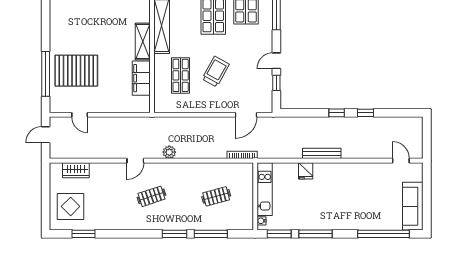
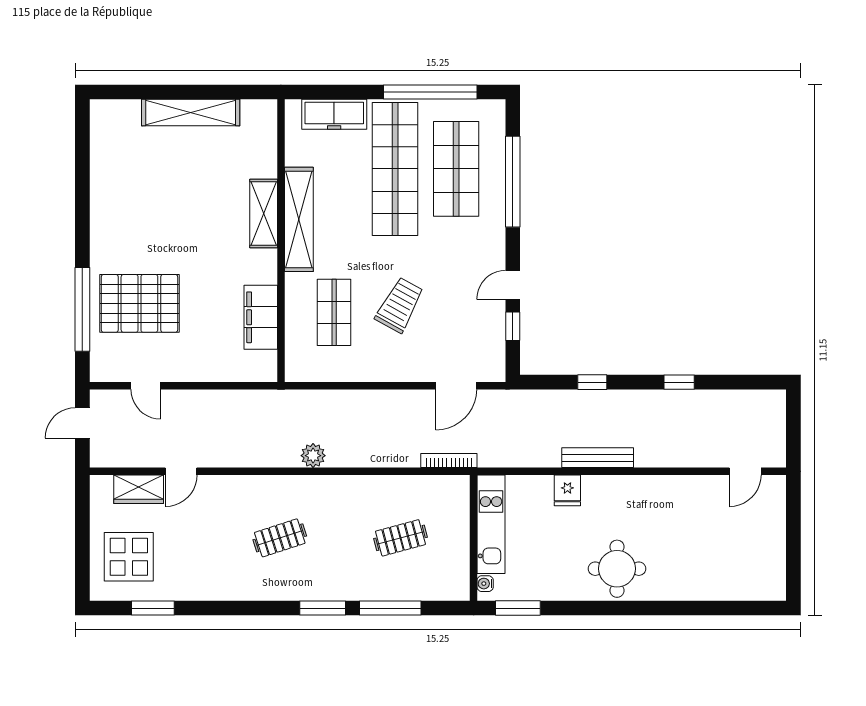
shelving: (143, 41) -> (264, 213), moved
window: (337, 113) -> (592, 382), moved
door: (135, 161) -> (181, 471), moved
door: (401, 161) -> (745, 471), swing flipped
sofa: (413, 206) -> (767, 556), removed
round table: (332, 213) -> (617, 569), added
window: (315, 234) -> (586, 608), removed
window: (384, 234) -> (713, 608), removed

